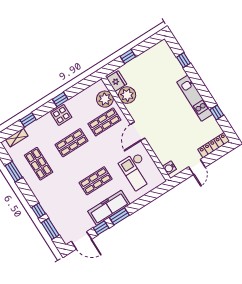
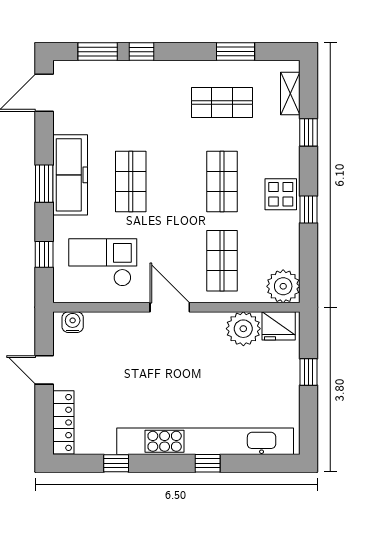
window: (184, 60) -> (208, 463), moved
kitchen unit: (195, 98) -> (205, 441), width x1.86
plant: (105, 99) -> (283, 286), moved
window: (101, 228) -> (44, 254), moved

